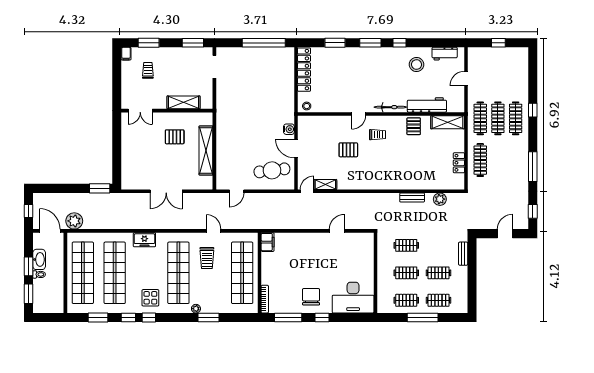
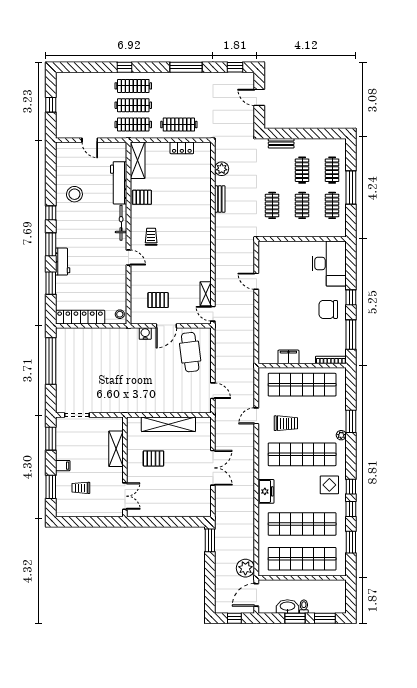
filing cabinet: (126, 54) -> (63, 466), moved
workbench: (445, 54) -> (63, 262), moved
pallet: (175, 137) -> (153, 458), turned 90
pallet: (348, 150) -> (158, 300), moved, turned 90
filing cabinet: (268, 242) -> (288, 357), moved

